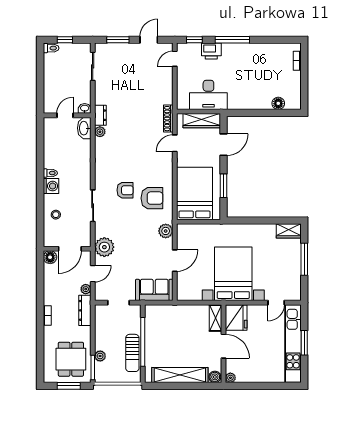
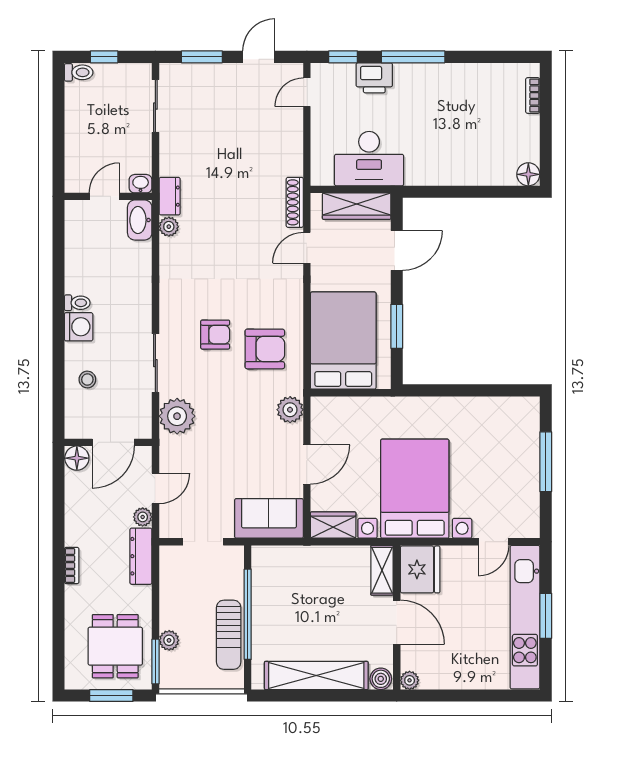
floor lamp: (278, 103) -> (528, 174), moved
wardrobe: (289, 231) -> (333, 525), moved, turned 180
plant: (104, 247) -> (177, 416), moved

